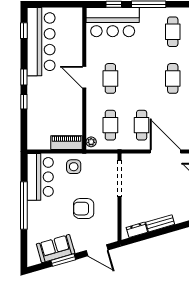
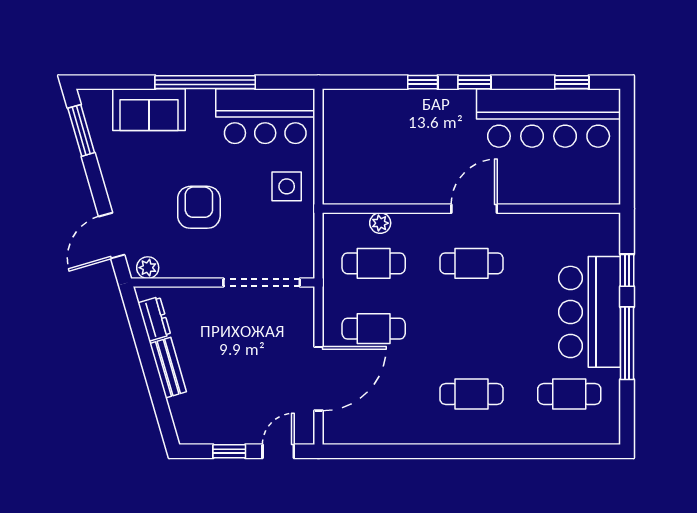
bar counter: (113, 22) -> (590, 312), moved
plant: (91, 142) -> (380, 223), moved
piano: (66, 143) -> (337, 171), removed
plant: (112, 233) -> (148, 268), added
sofa: (56, 249) -> (149, 110), moved, turned 106
window: (63, 260) -> (81, 130), moved

